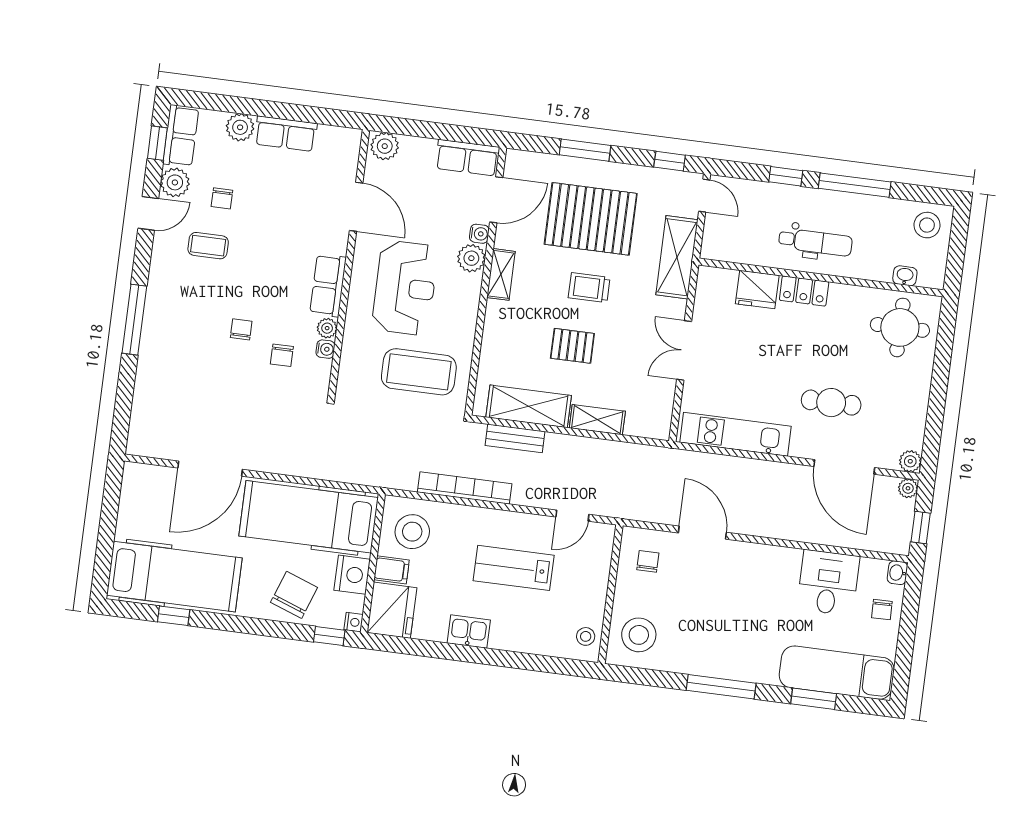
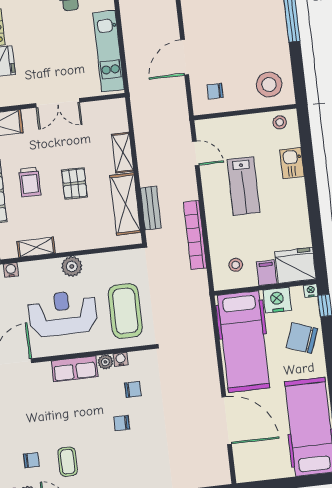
plant: (471, 258) -> (72, 266), moved
coffee table: (419, 372) -> (125, 311), moved
stool: (412, 532) -> (236, 265), width x0.53, depth x0.53
kitchen sink: (469, 632) -> (292, 163), moved

